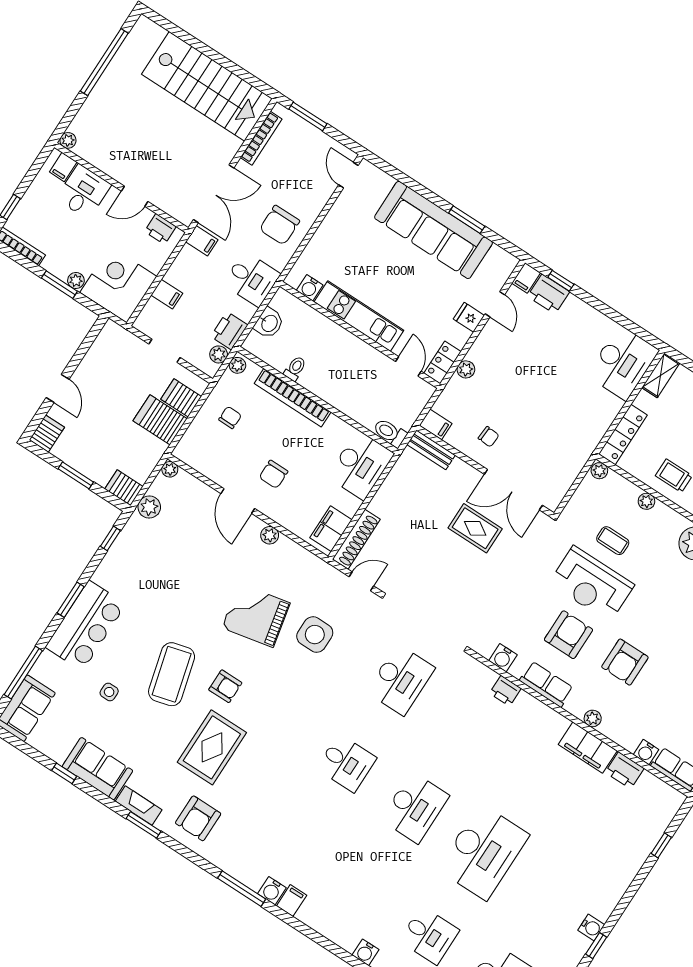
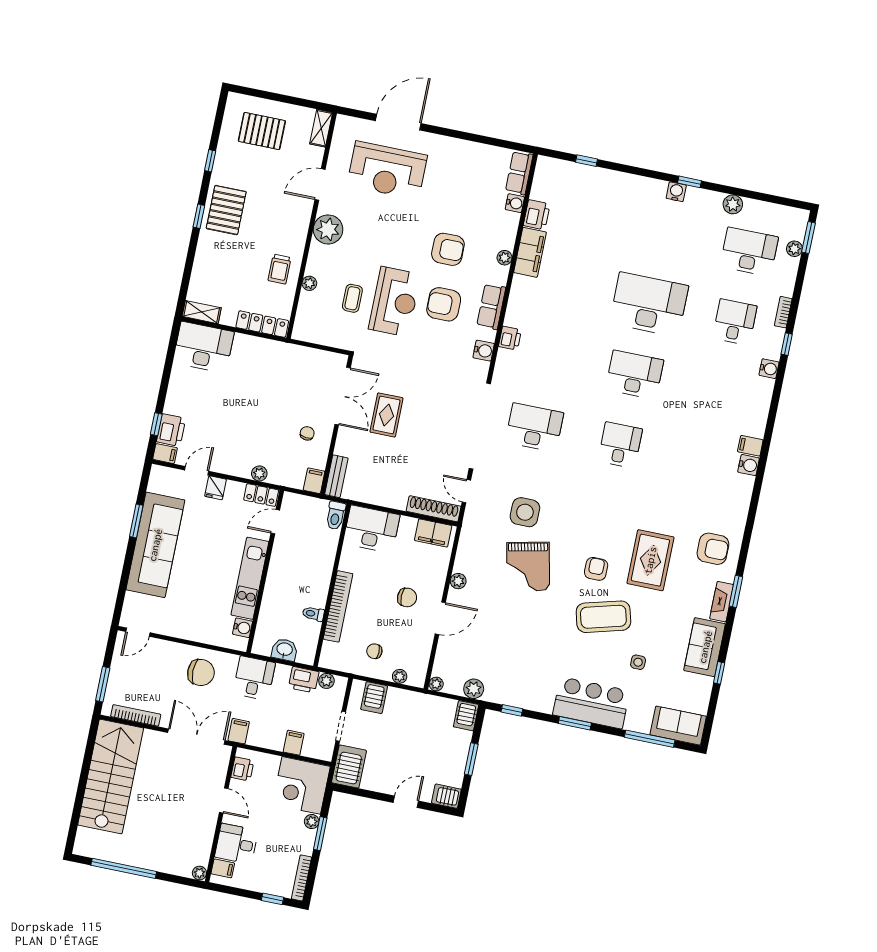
plant: (237, 365) -> (400, 676), moved
server rack: (160, 420) -> (349, 766), moved, turned 180
plant: (599, 471) -> (299, 332), removed
rug: (212, 747) -> (650, 560), turned 90
window: (242, 889) -> (757, 491), removed

